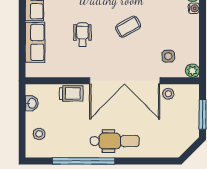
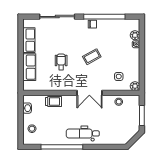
double door: (125, 81) -> (89, 93), width x0.54
dental chair: (115, 141) -> (83, 133), turned 180

